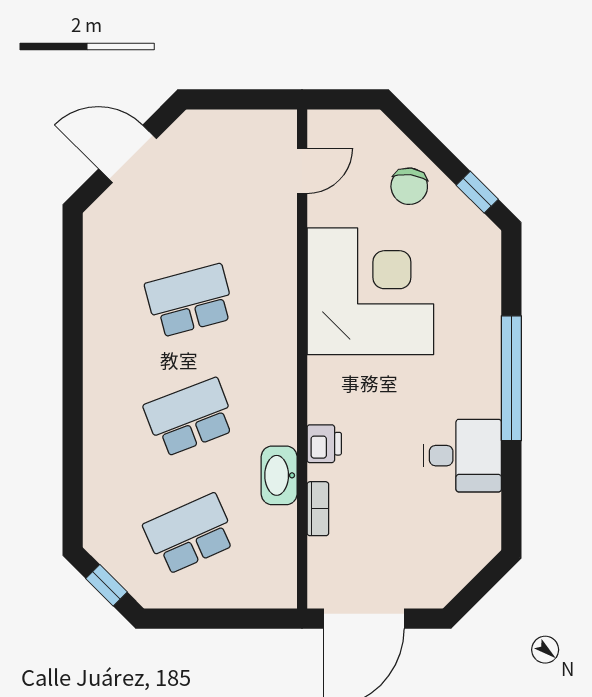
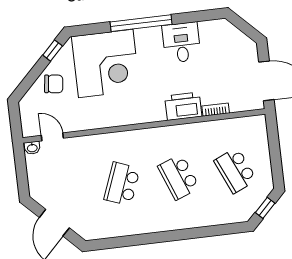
corner desk: (370, 291) -> (106, 63), moved, turned 180
school desk: (190, 301) -> (122, 184), turned 36
printer: (324, 444) -> (183, 106), width x1.87, depth x1.48
washbasin: (279, 475) -> (32, 148), moved, width x0.52, depth x0.69

